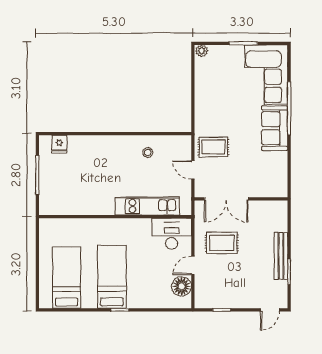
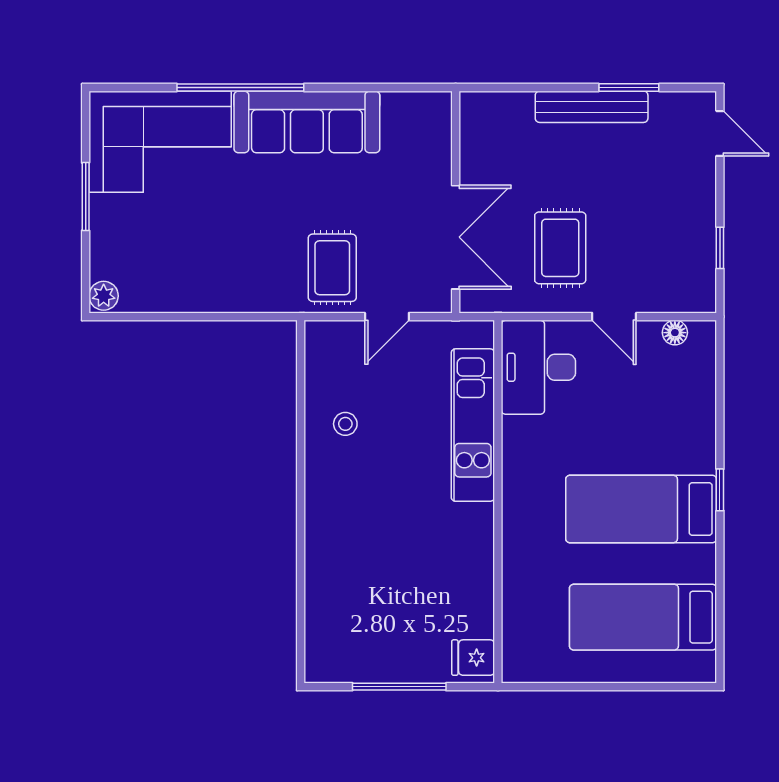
sofa: (275, 128) -> (307, 122), width x1.36
fridge: (59, 144) -> (473, 658), moved, turned 180
floor lamp: (182, 286) -> (675, 333), width x0.53, depth x0.53

